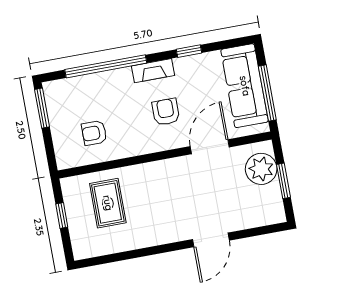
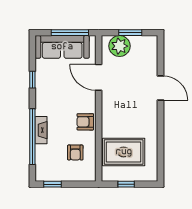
fireplace: (153, 71) -> (41, 130), moved
window: (42, 108) -> (52, 184), width x0.67
armchair: (166, 112) -> (85, 122), moved
rug: (108, 203) -> (124, 152), width x1.36, depth x1.43

